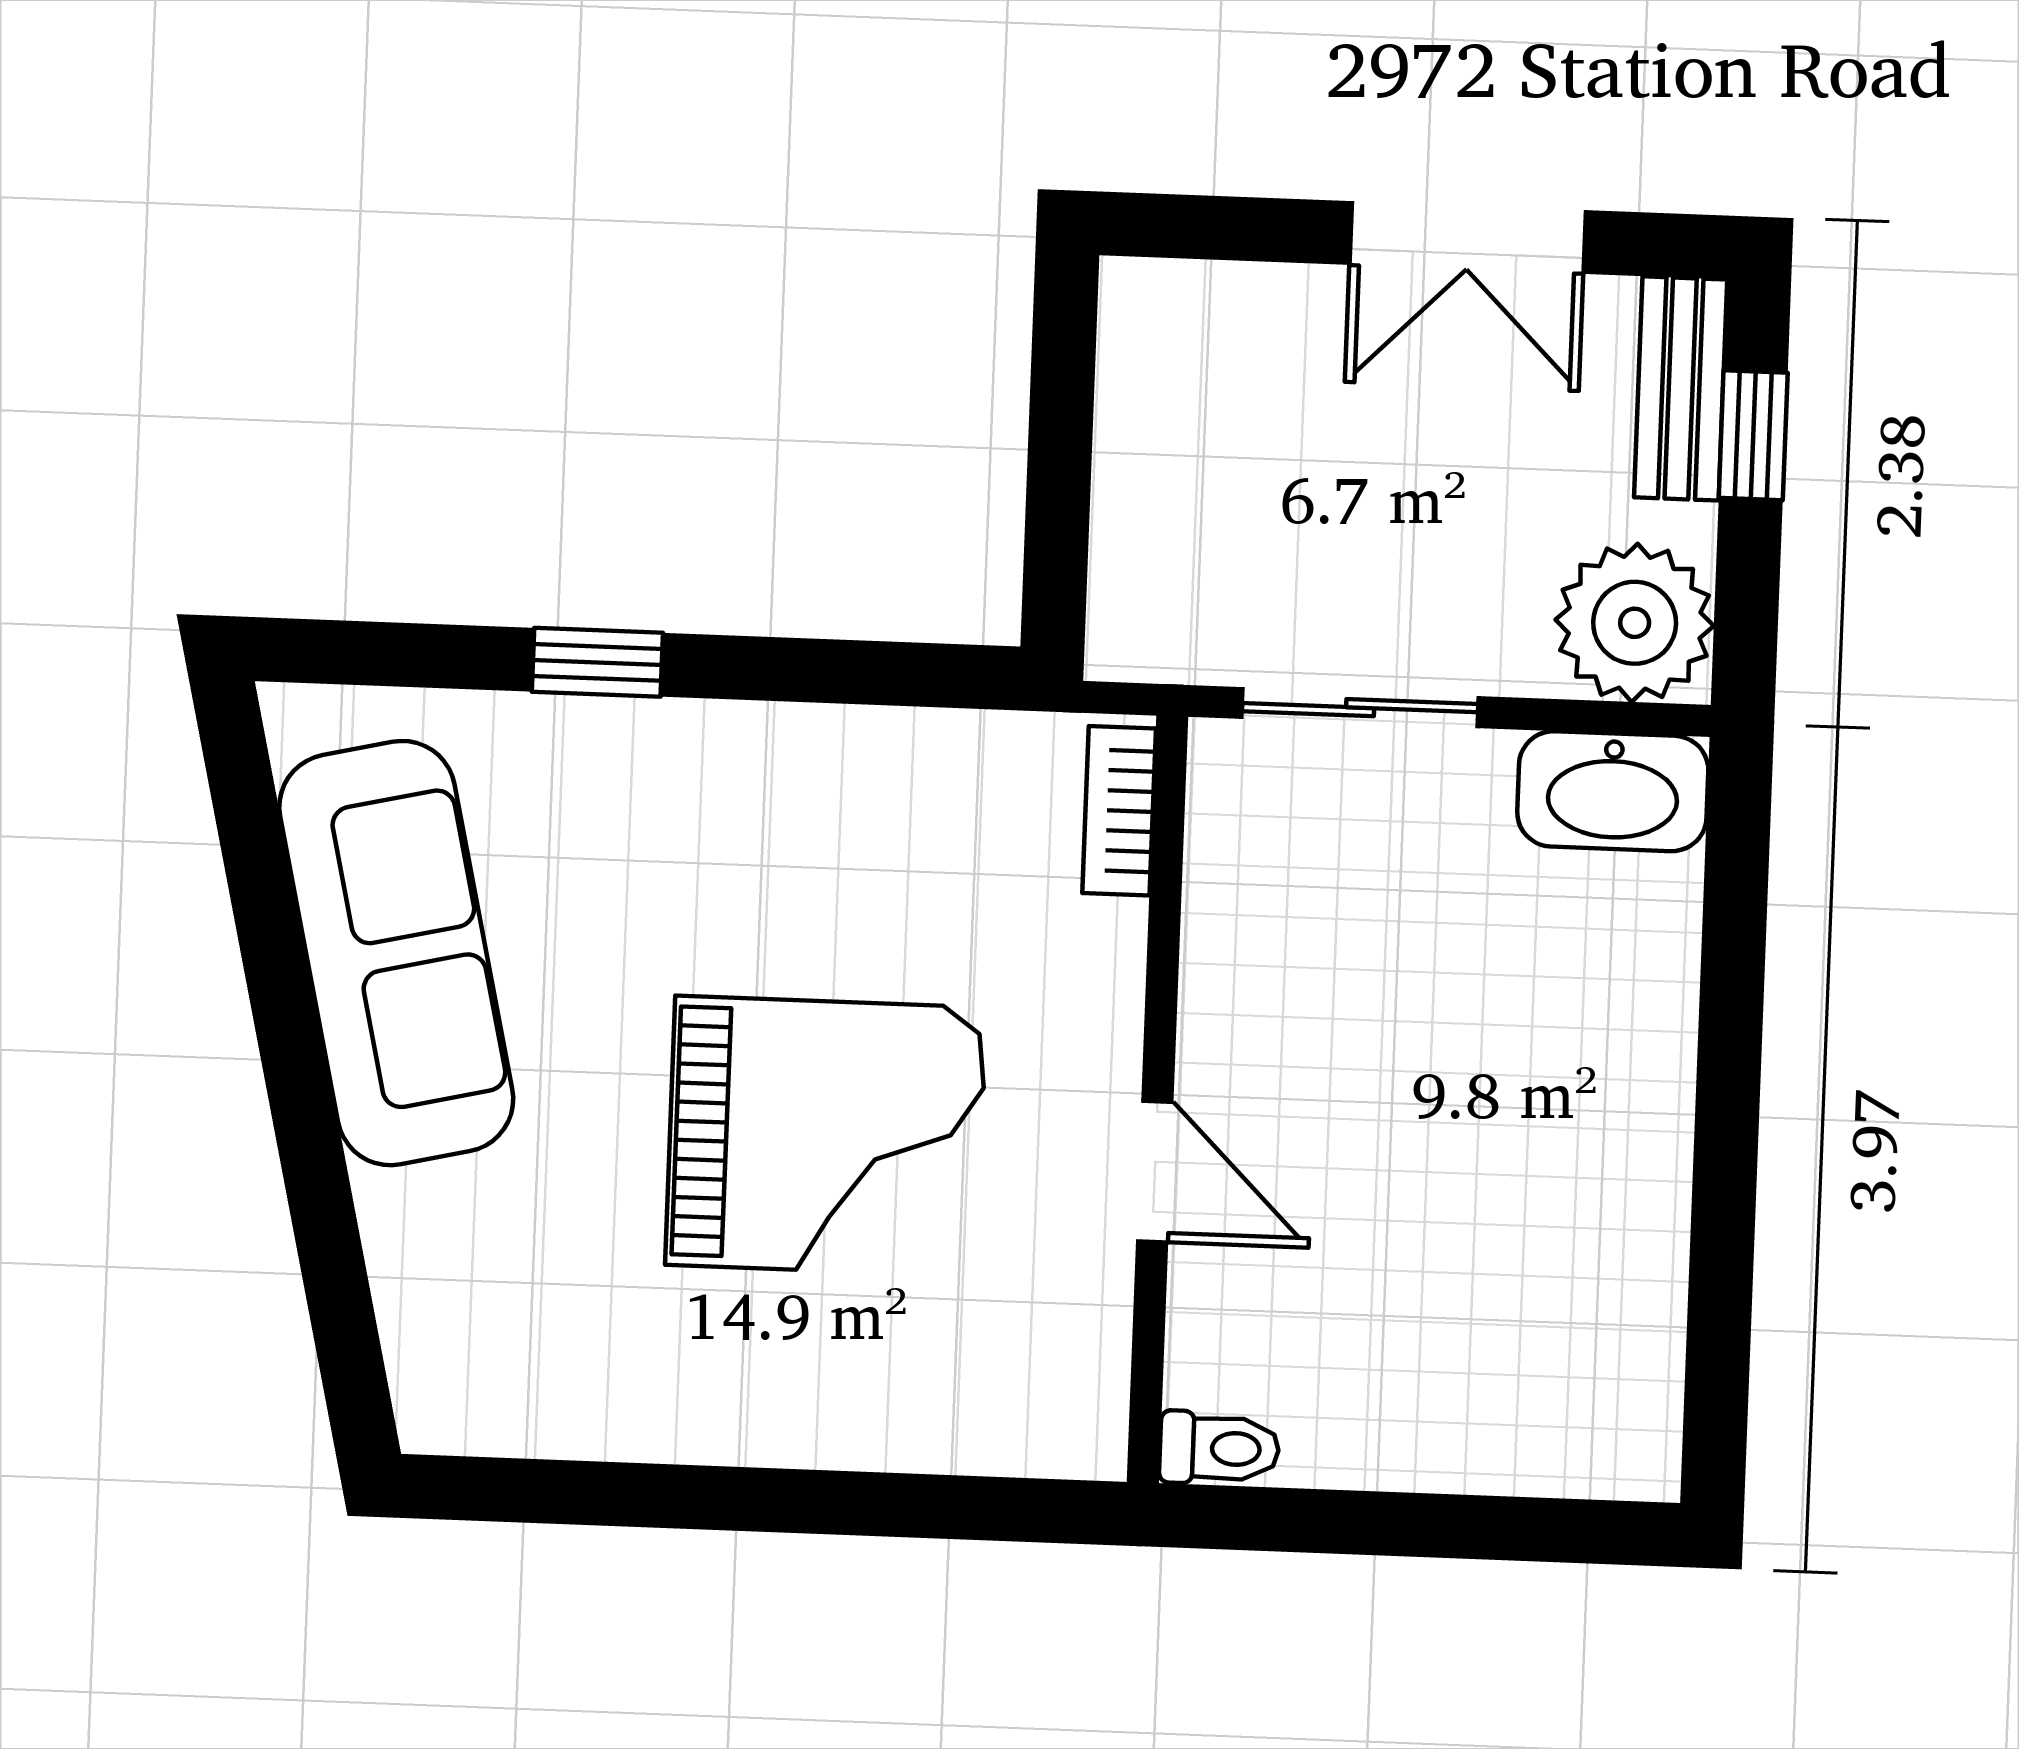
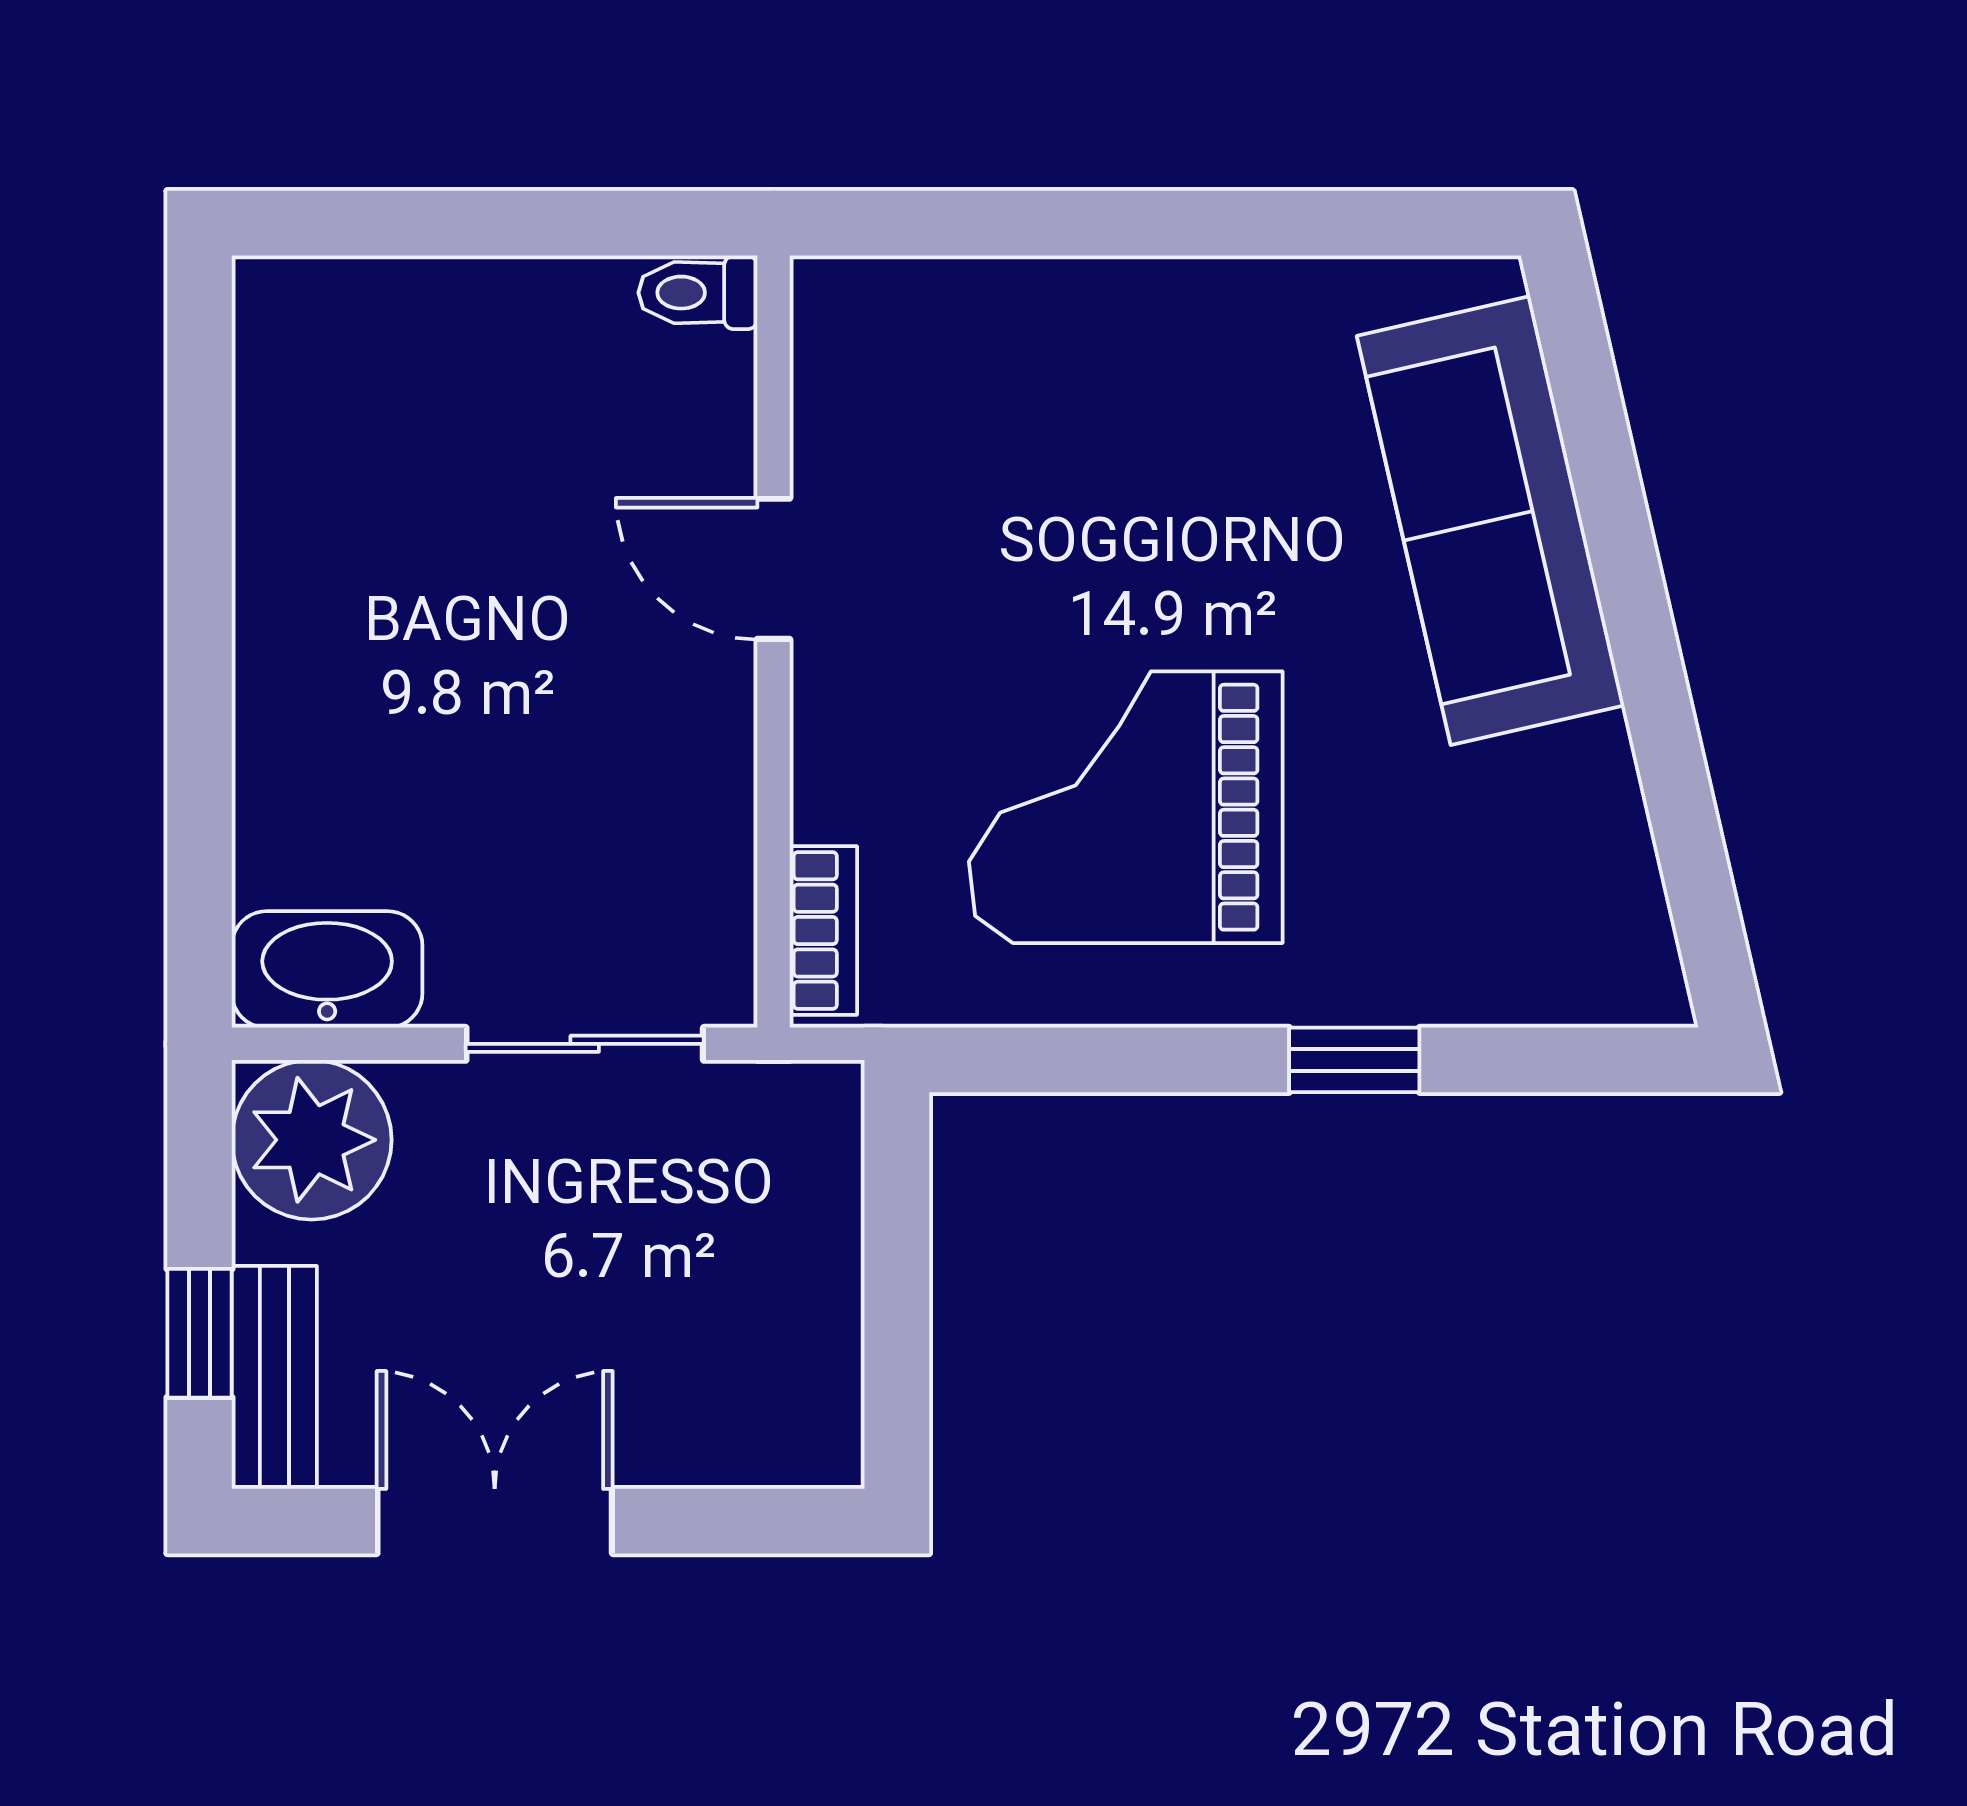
sofa: (396, 953) -> (1491, 521), moved
grand piano: (826, 1136) -> (1126, 807), moved

